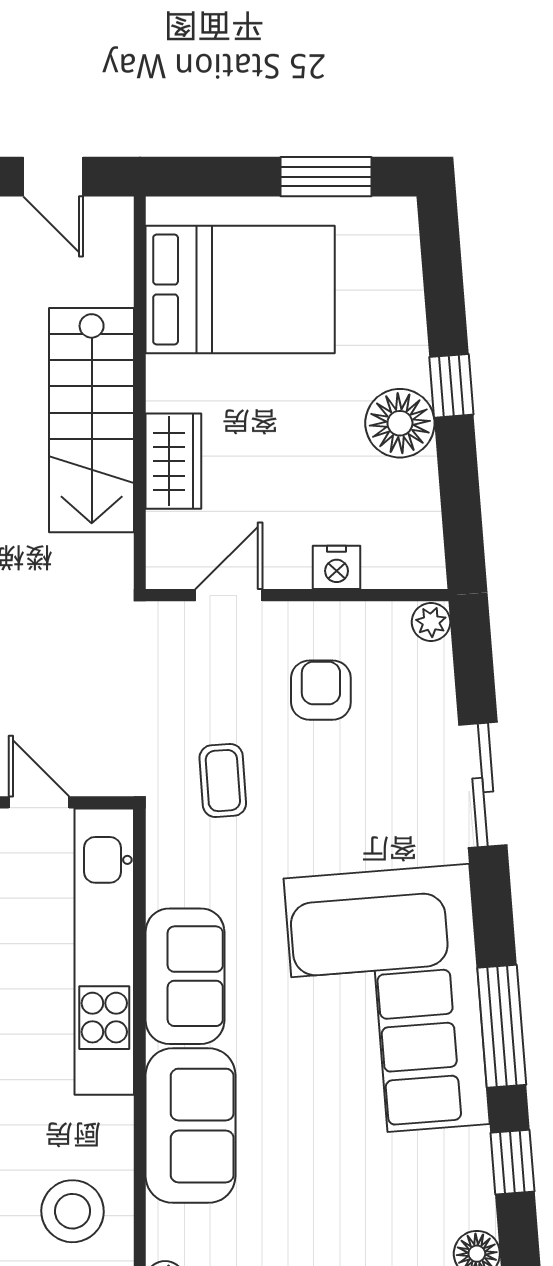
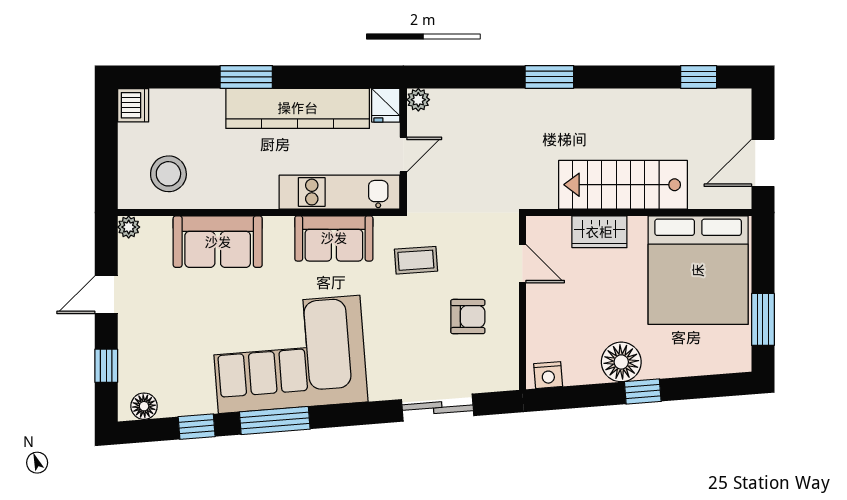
door: (53, 177) -> (763, 163), width x1.38
bed: (240, 290) -> (698, 270), width x1.36
nightstand: (337, 567) -> (548, 375), moved, turned -95
plant: (431, 622) -> (507, 380), removed
sliding door: (483, 785) -> (438, 408), moved
kitchen unit: (104, 952) -> (340, 192), width x0.73
sofa: (185, 976) -> (334, 238), moved

